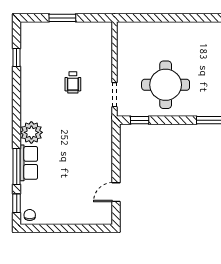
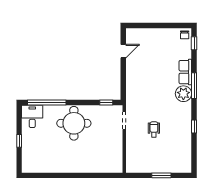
window: (17, 58) -> (194, 126), moved
round table: (166, 85) -> (74, 123), moved
window: (17, 166) -> (194, 86), moved

